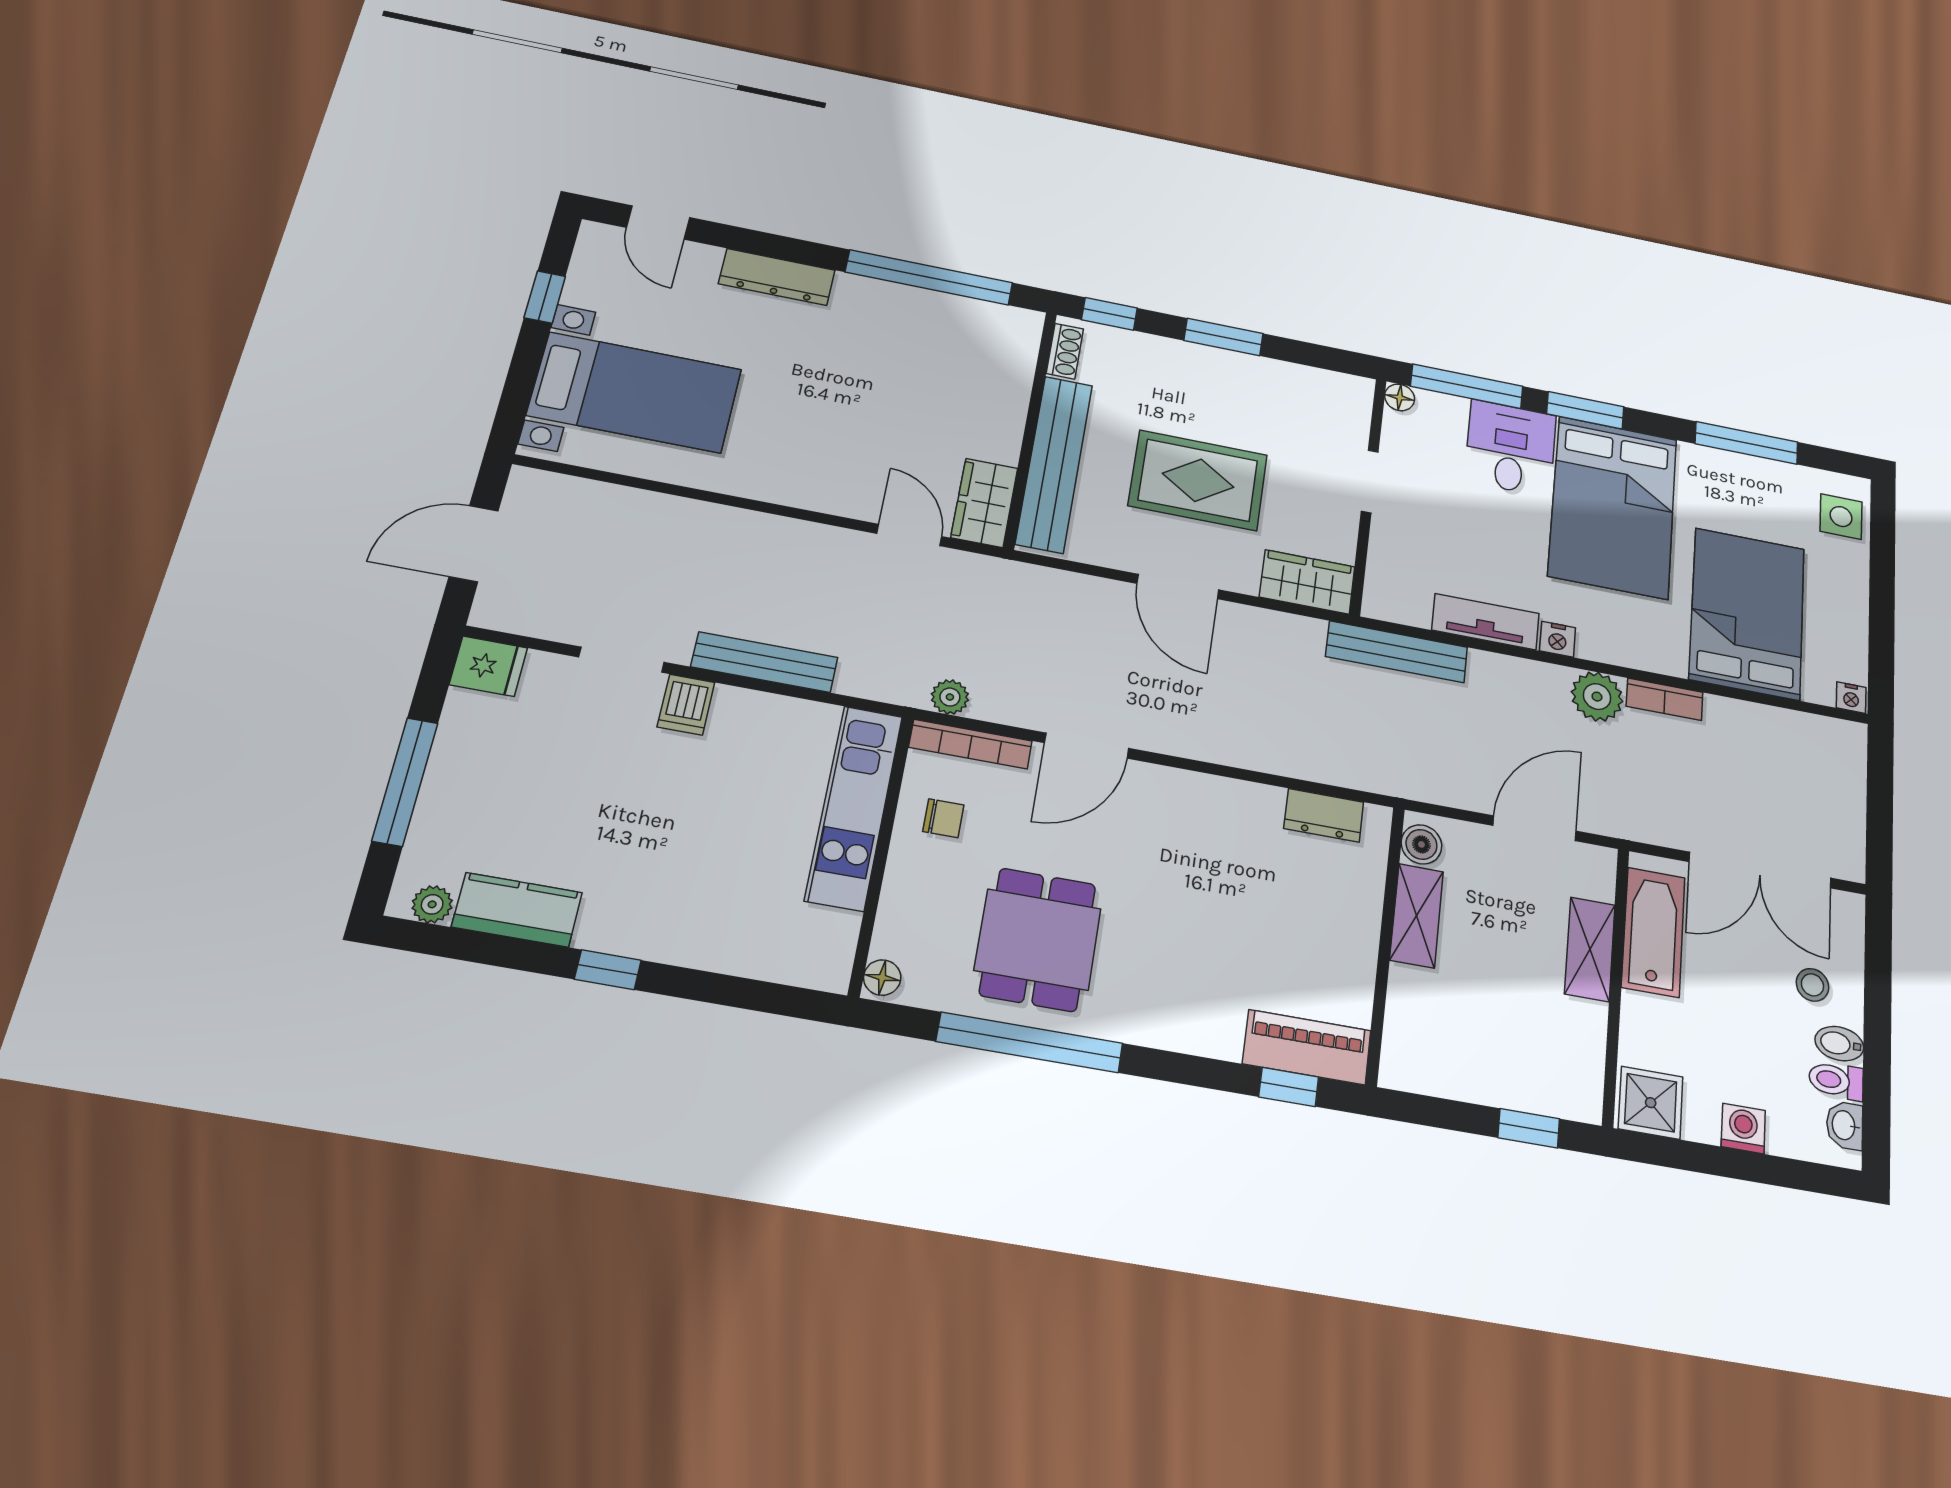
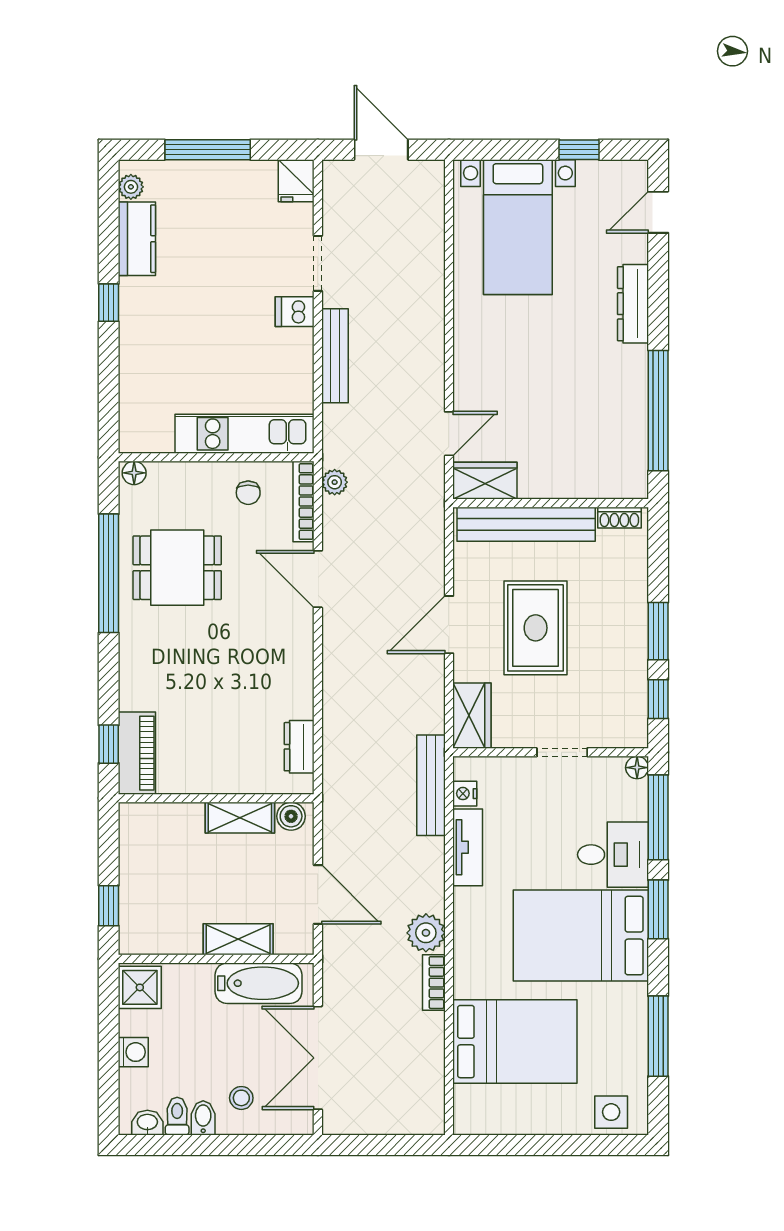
window: (1109, 314) -> (658, 699), moved
nightstand: (1557, 639) -> (465, 794), moved
nightstand: (1851, 698) -> (463, 1122), removed

